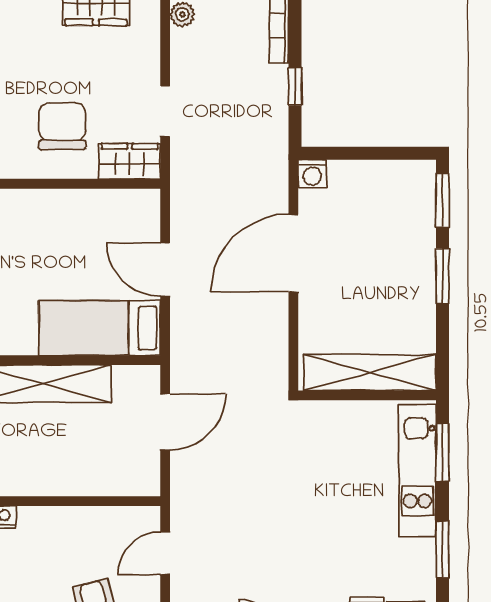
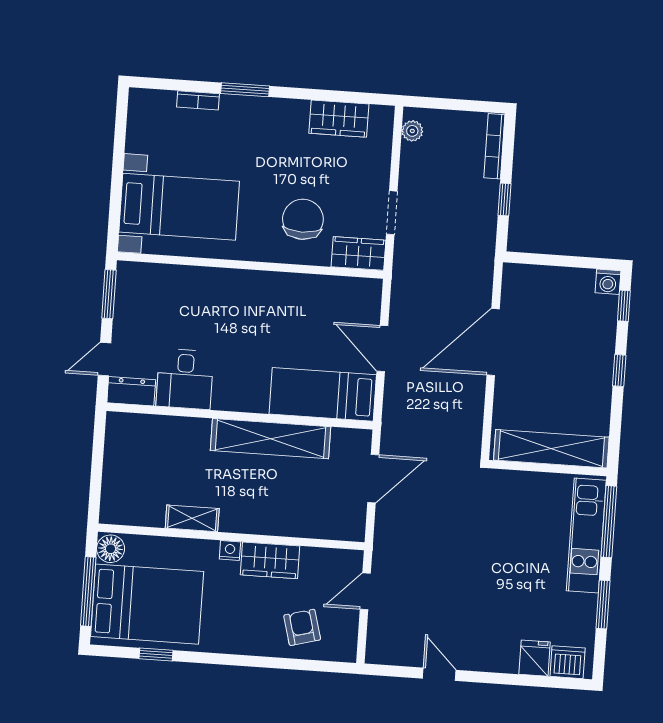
washing machine: (312, 174) -> (608, 282), moved
window: (442, 200) -> (624, 306), width x0.67
window: (442, 276) -> (619, 371), width x0.67
window: (442, 453) -> (609, 522), width x1.44
wardrobe: (52, 525) -> (270, 560), added

